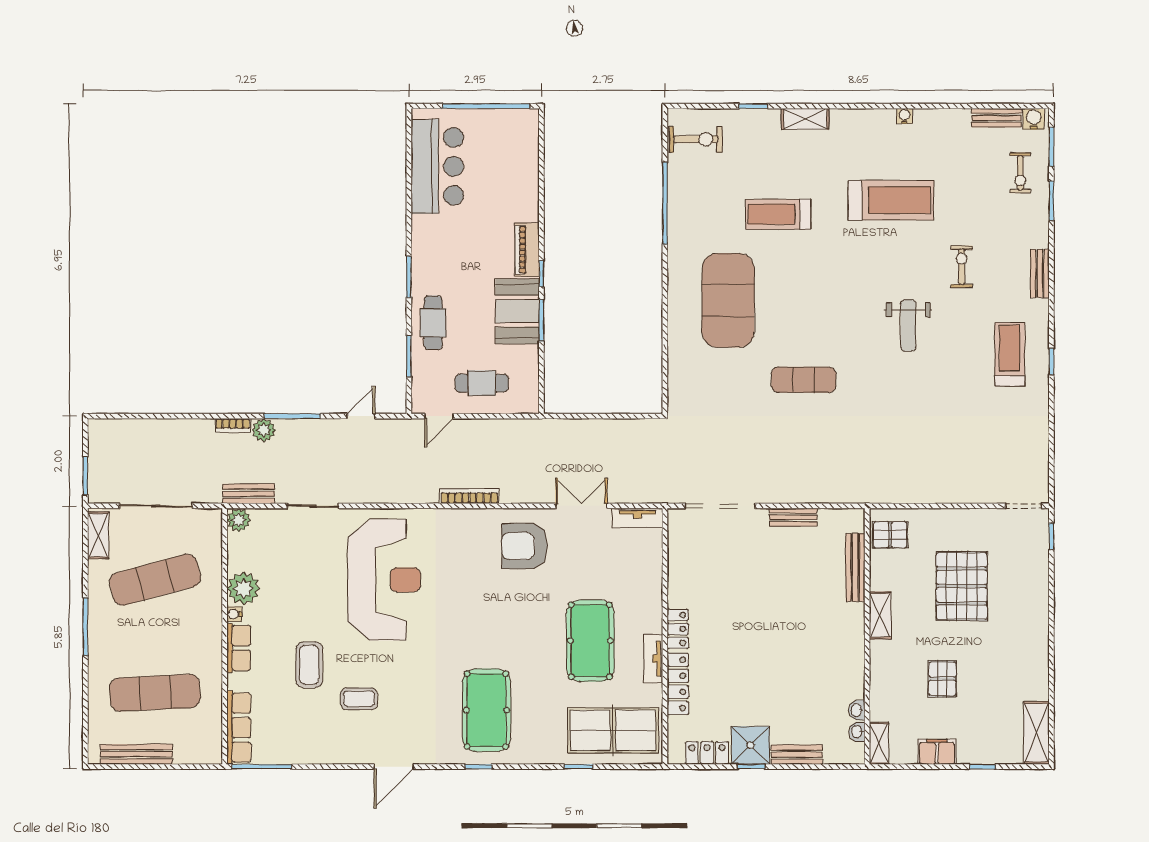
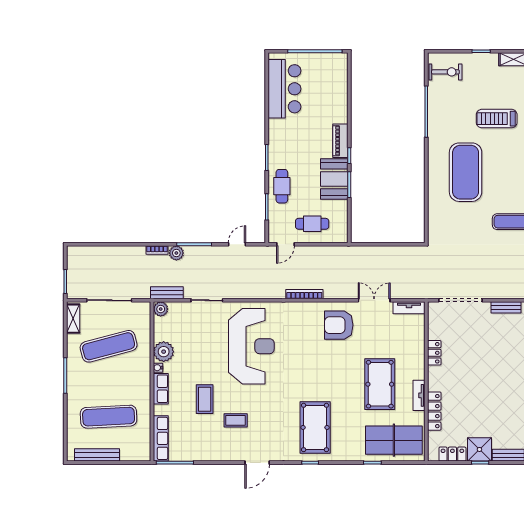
locker: (678, 629) -> (434, 353), moved

